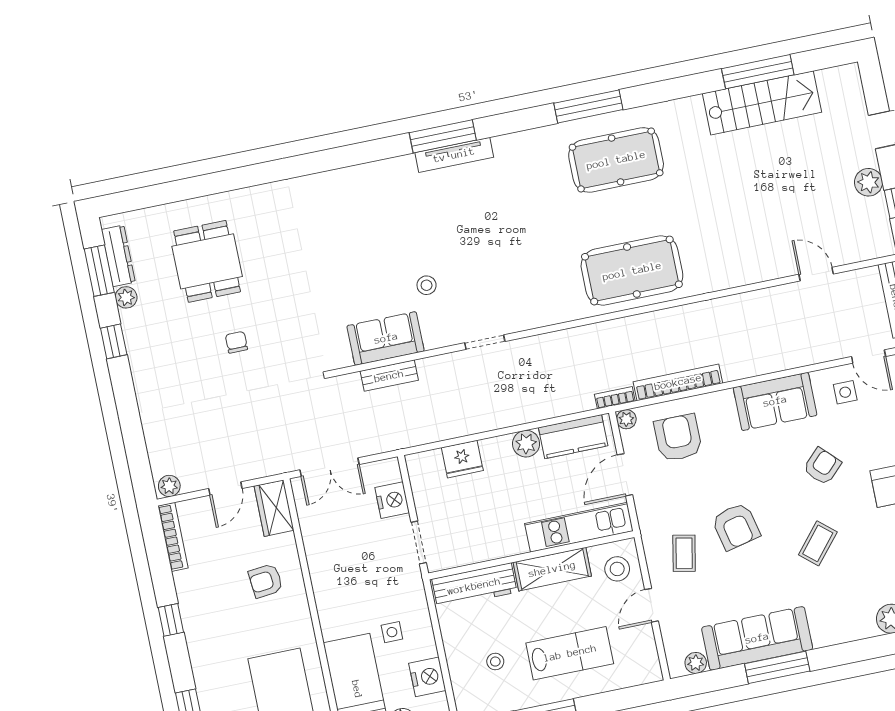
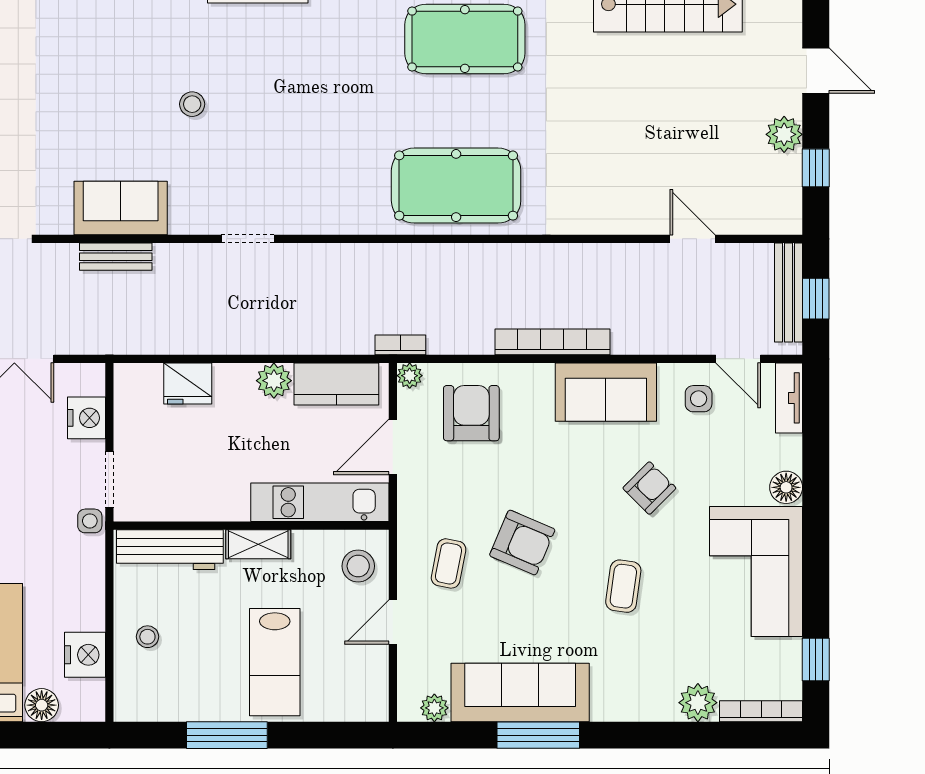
stool: (427, 285) -> (192, 104), moved
bookcase: (678, 382) -> (552, 342), moved
armchair: (736, 526) -> (522, 543), turned -54
coffee table: (818, 543) -> (623, 586), turned -32
shelving: (552, 569) -> (258, 544), width x0.67, depth x0.75
side table: (392, 632) -> (90, 521), moved
lab bench: (570, 653) -> (275, 662), turned 90
stool: (495, 662) -> (147, 637), moved

